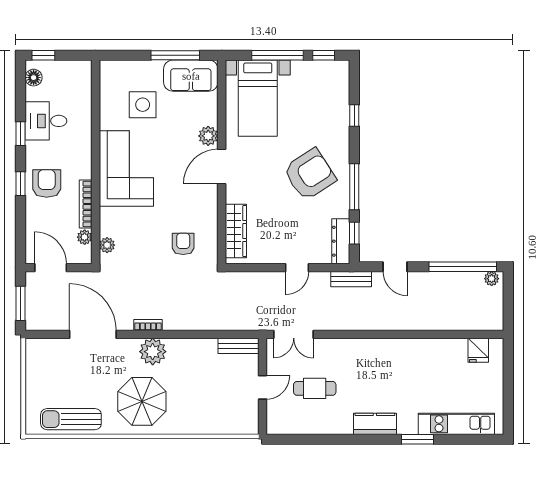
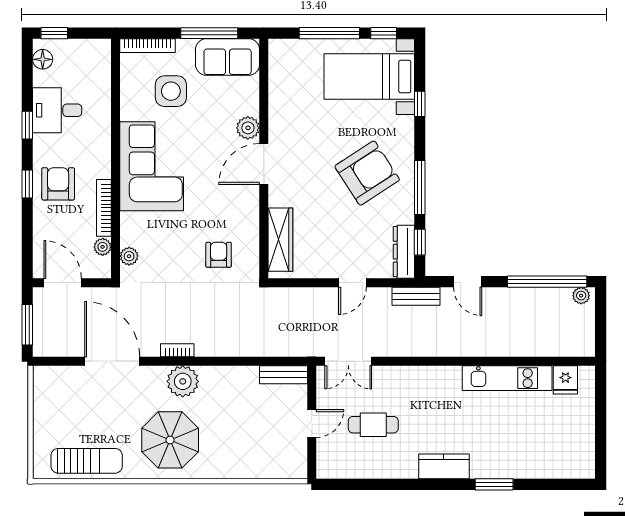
bookcase: (123, 66) -> (148, 46), added
bed with nightstands: (258, 98) -> (369, 77), moved, turned 90
sun lounger: (71, 419) -> (87, 461), turned 180
kitchen unit: (456, 424) -> (507, 378), moved, turned 180

